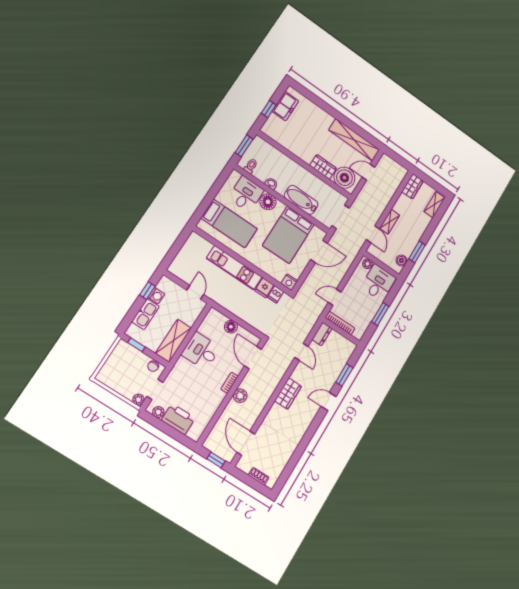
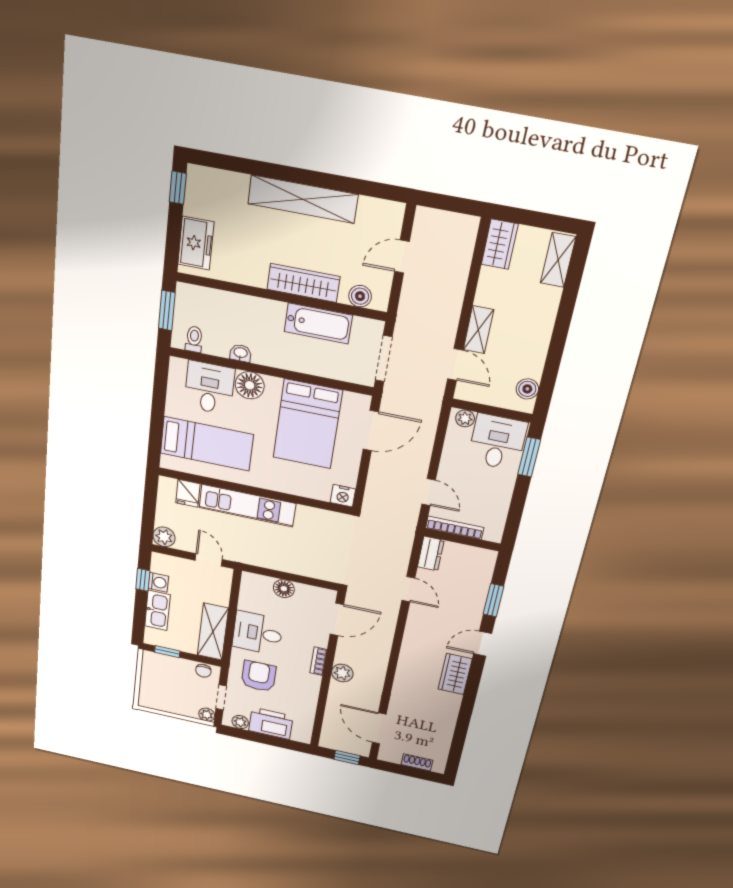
freezer: (285, 106) -> (196, 243), moved
window: (269, 109) -> (178, 188), moved
shelving: (354, 140) -> (303, 199), moved
wardrobe: (323, 167) -> (303, 283), width x1.50
boiler: (344, 178) -> (360, 296), width x0.54, depth x0.54
bathtub: (301, 200) -> (318, 323), moved, turned 180
window: (417, 252) -> (553, 362), removed
plant: (176, 268) -> (164, 537), added
fridge: (264, 288) -> (188, 493), moved
dishwasher: (276, 294) -> (329, 521), removed
door: (335, 297) -> (429, 492), swing flipped
window: (380, 314) -> (529, 457), moved
door: (253, 358) -> (337, 619), swing flipped
armchair: (187, 382) -> (259, 676), added
wardrobe: (288, 394) -> (455, 674), moved, turned 180

